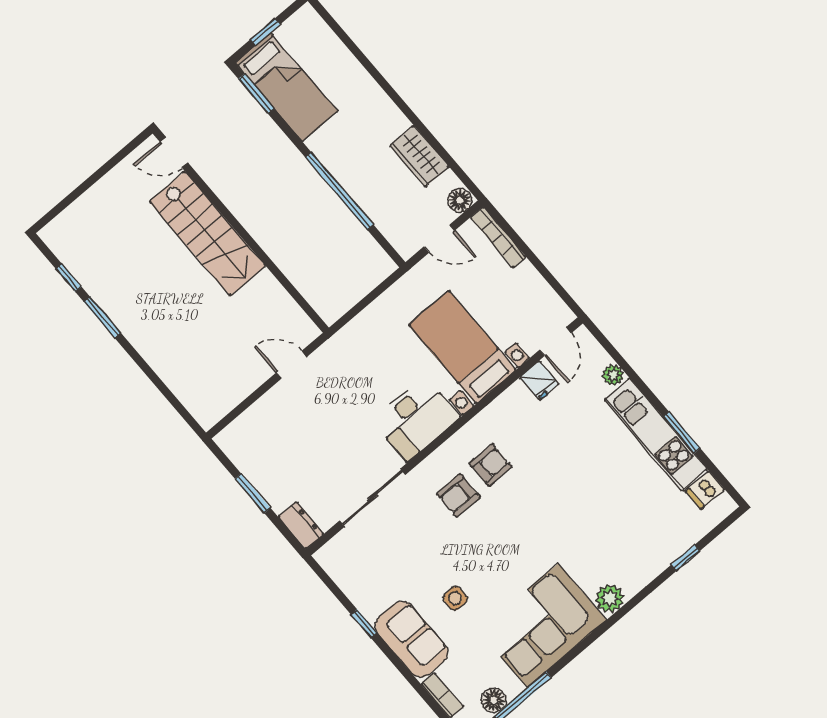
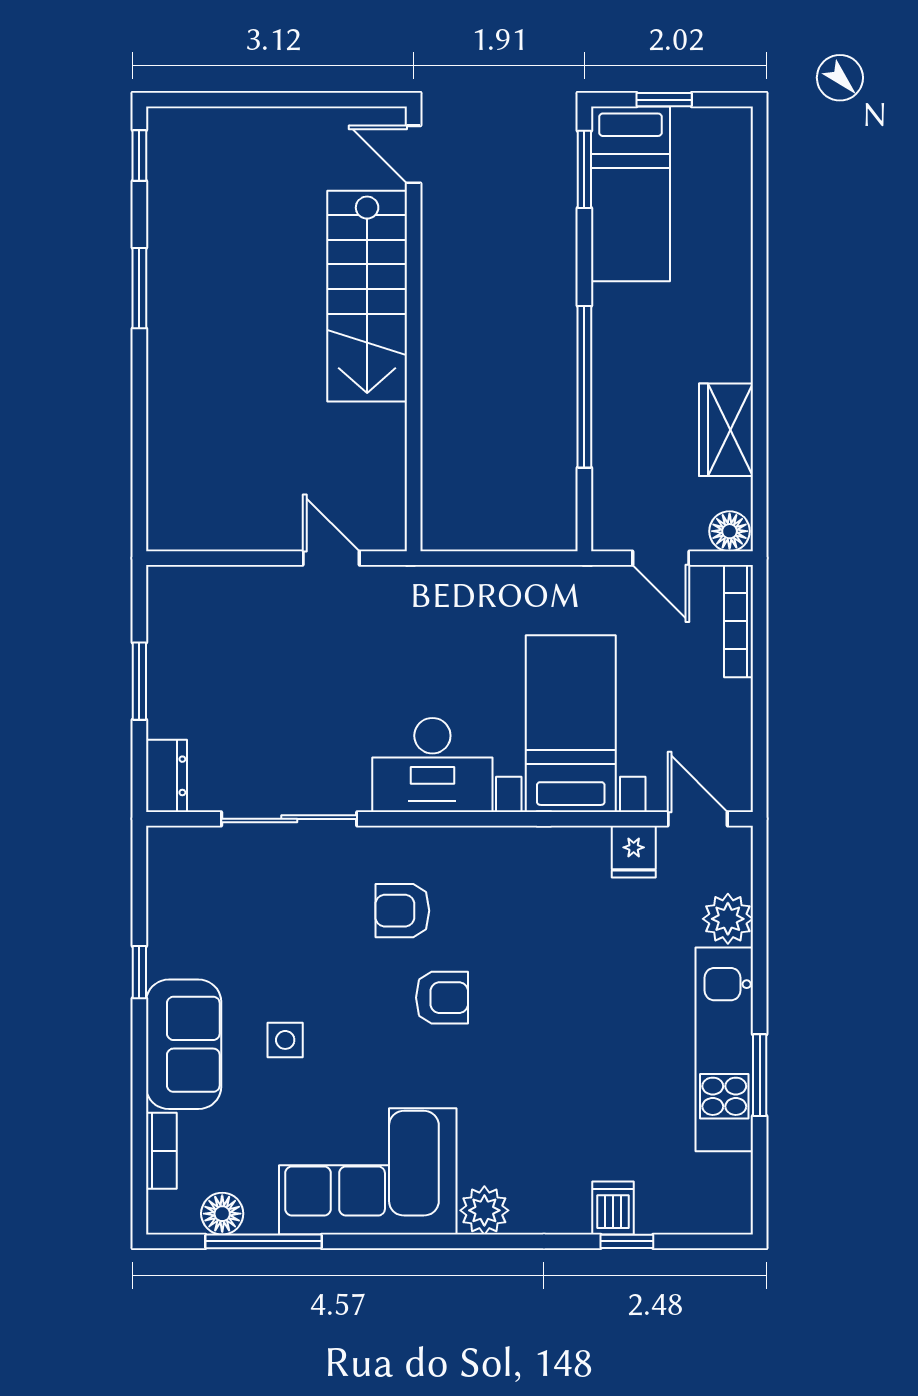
window: (69, 278) -> (139, 155), moved
door: (556, 341) -> (698, 819), swing flipped
plant: (613, 375) -> (728, 919), width x1.38, depth x1.38
armchair: (491, 465) -> (442, 998), moved
dishwasher: (705, 490) -> (613, 1208), moved, turned 90

